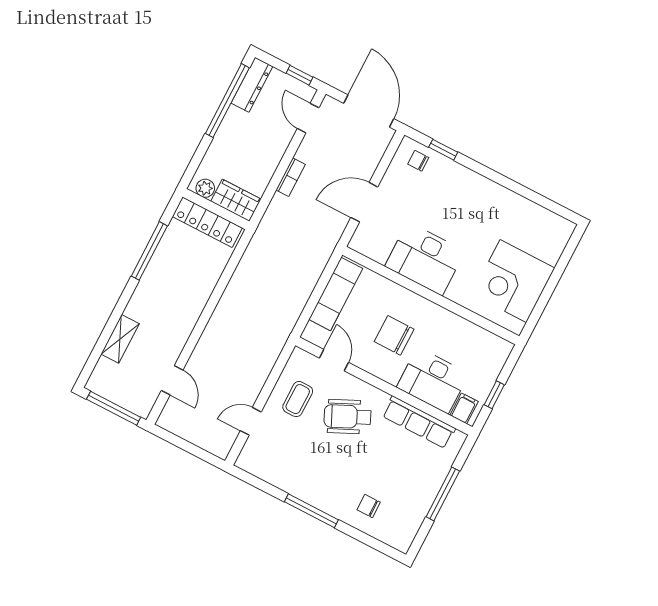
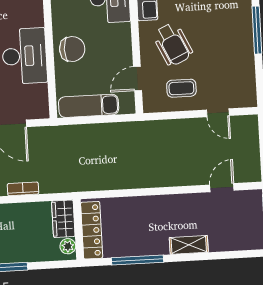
chair: (394, 335) -> (72, 49), moved, turned -90
shelving: (120, 339) -> (189, 245), moved

